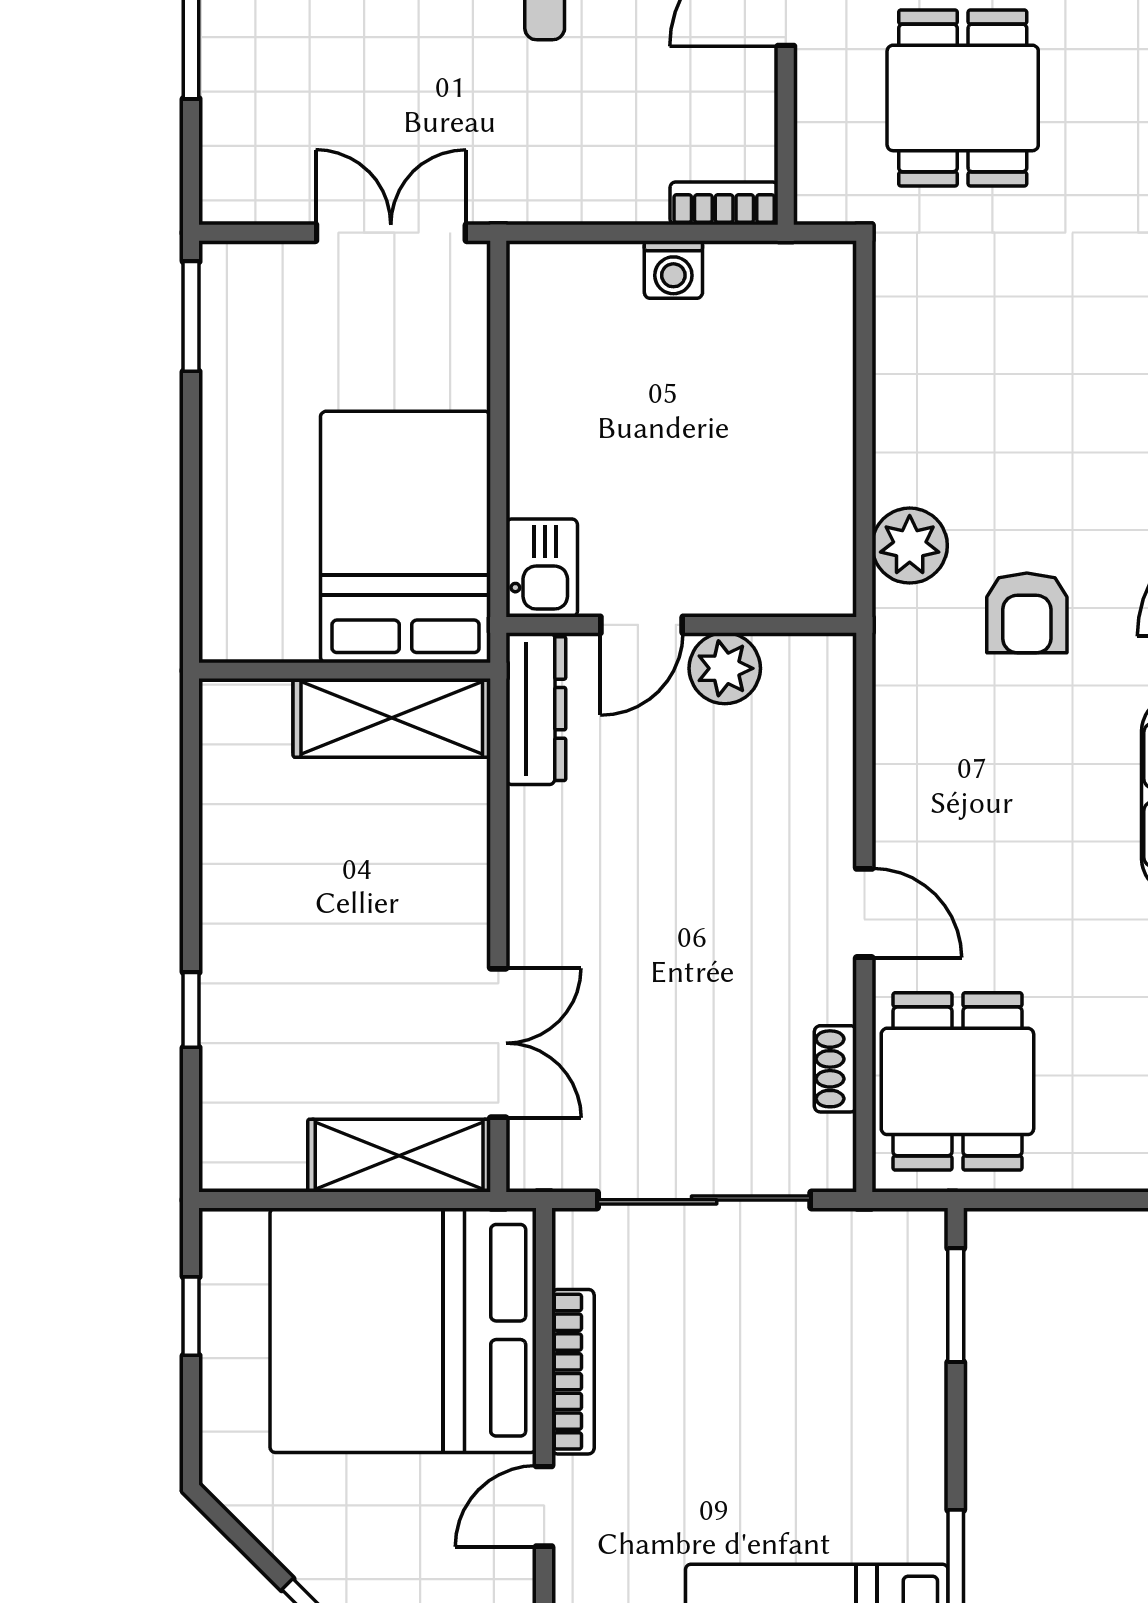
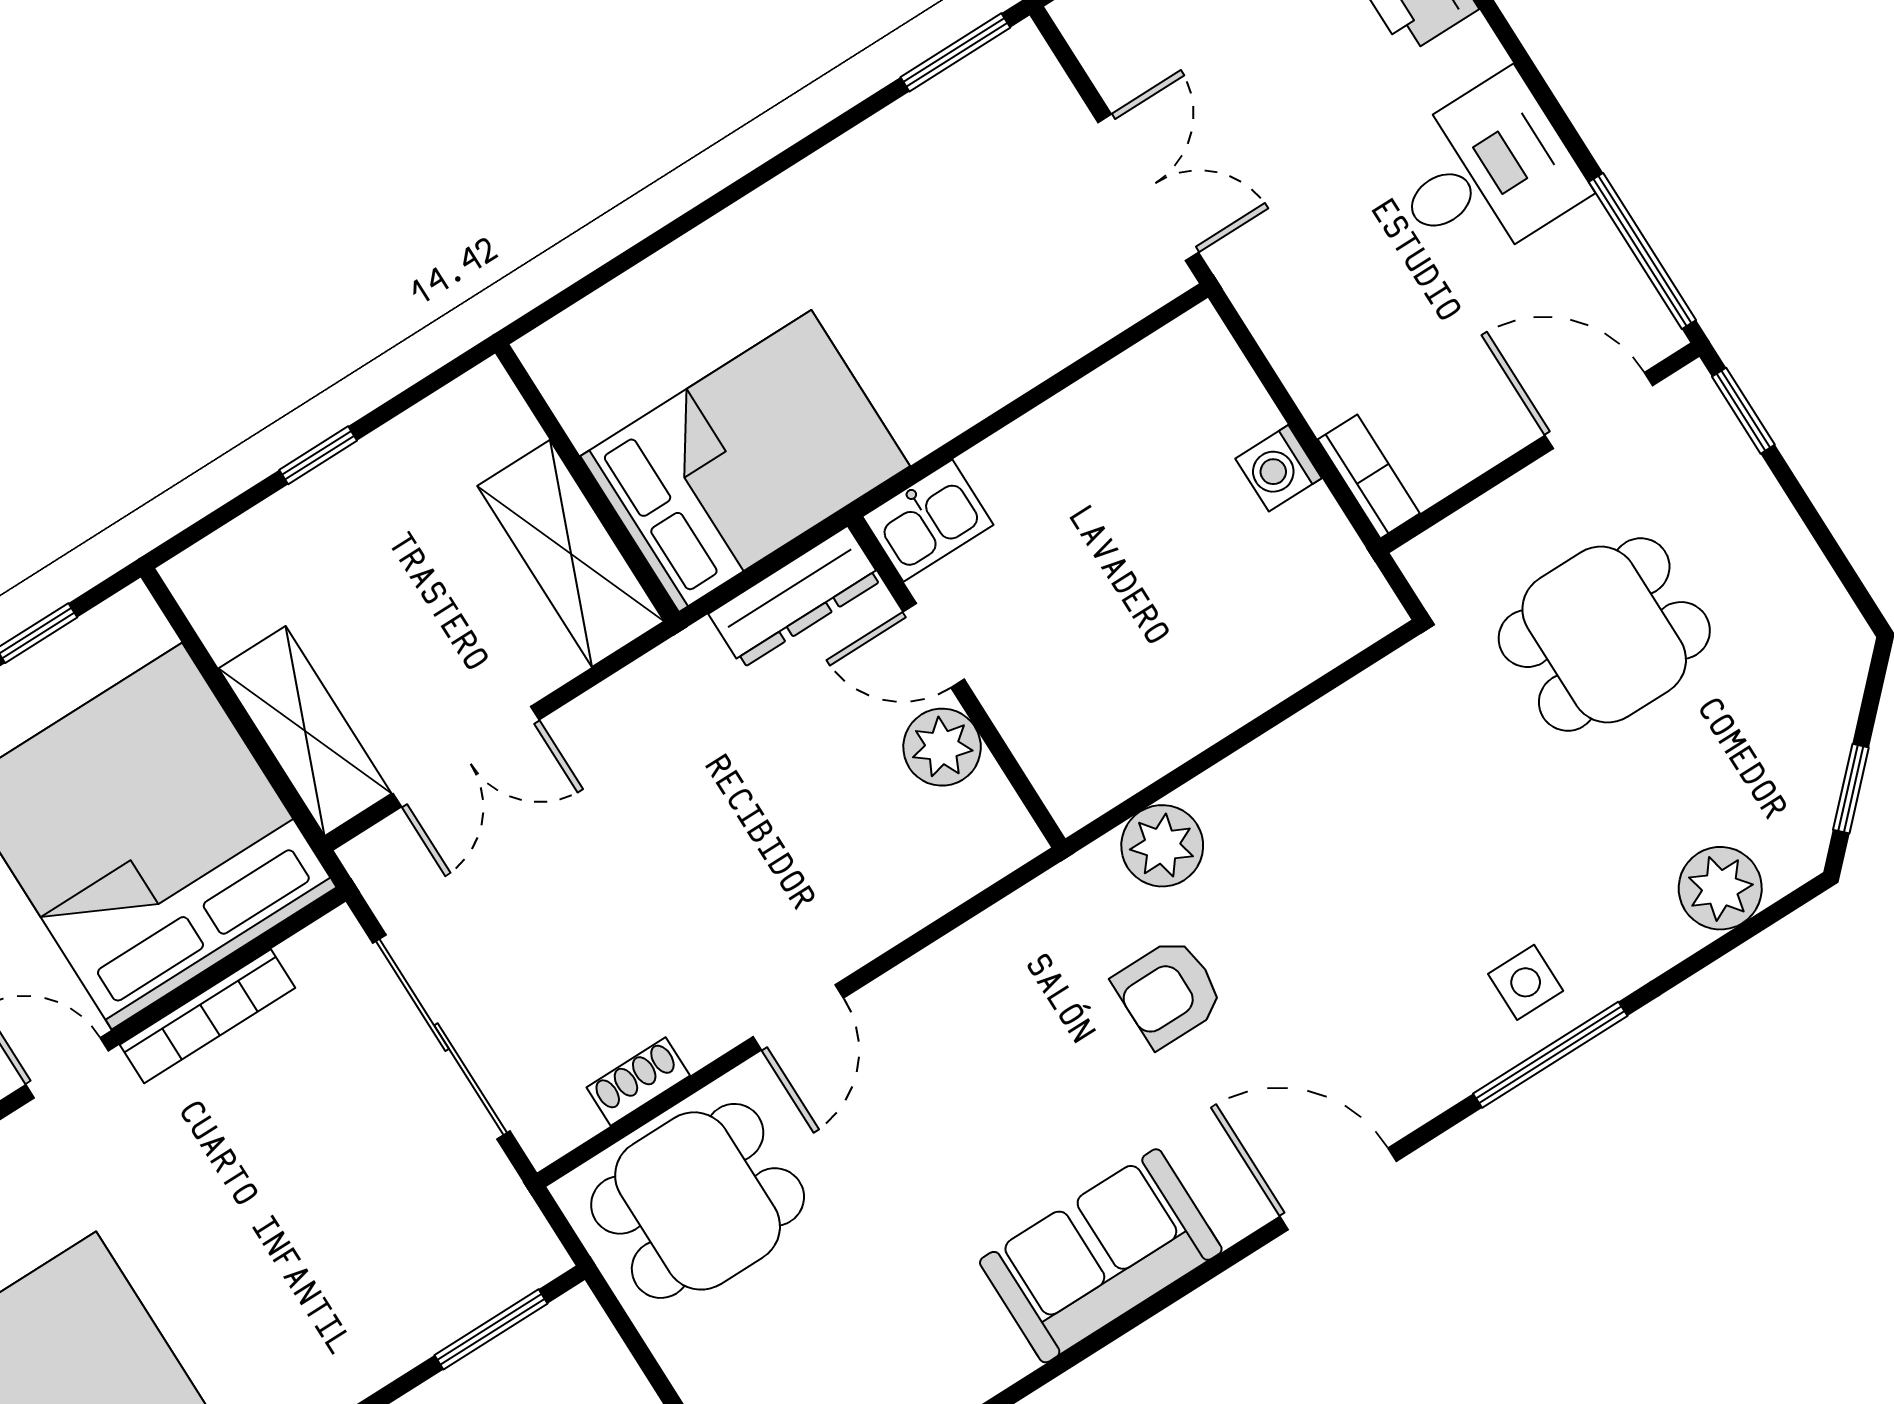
bed: (406, 537) -> (745, 461), moved
wall: (345, 671) -> (587, 483), moved
shelving: (392, 718) -> (571, 554), moved

